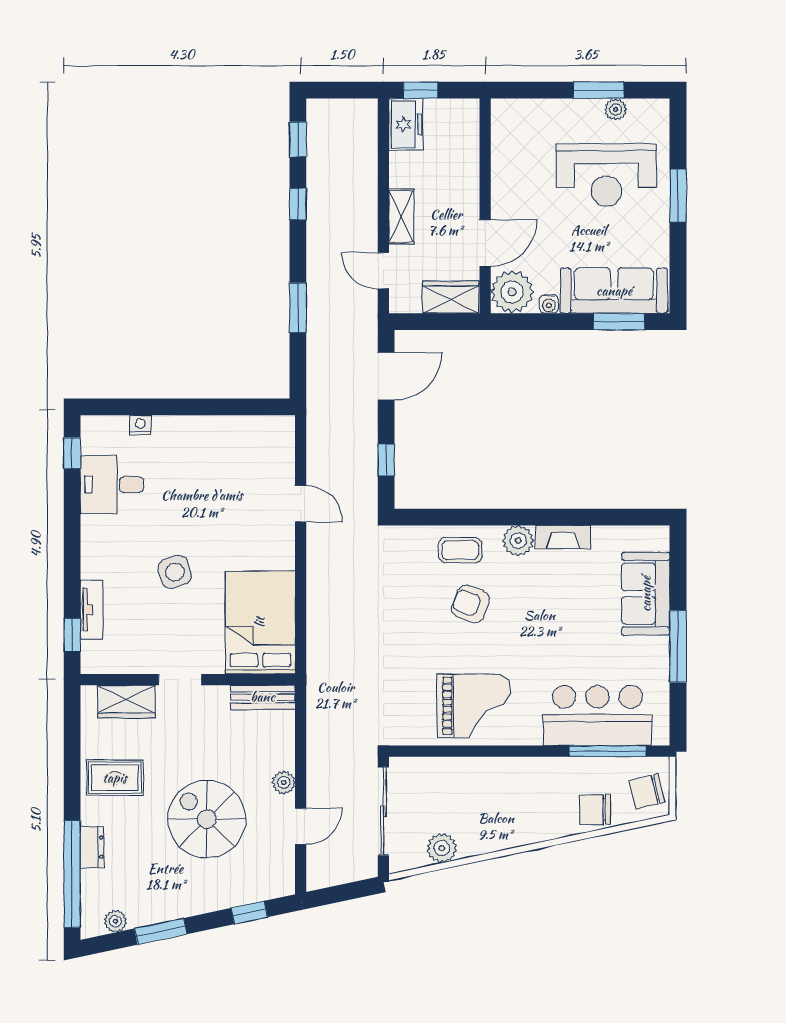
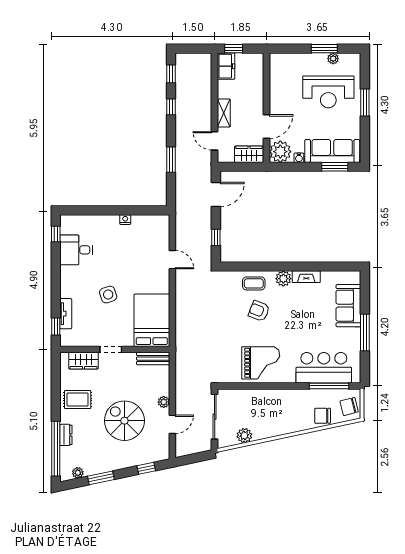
nightstand: (140, 425) -> (125, 220), moved

